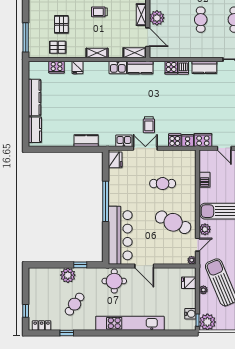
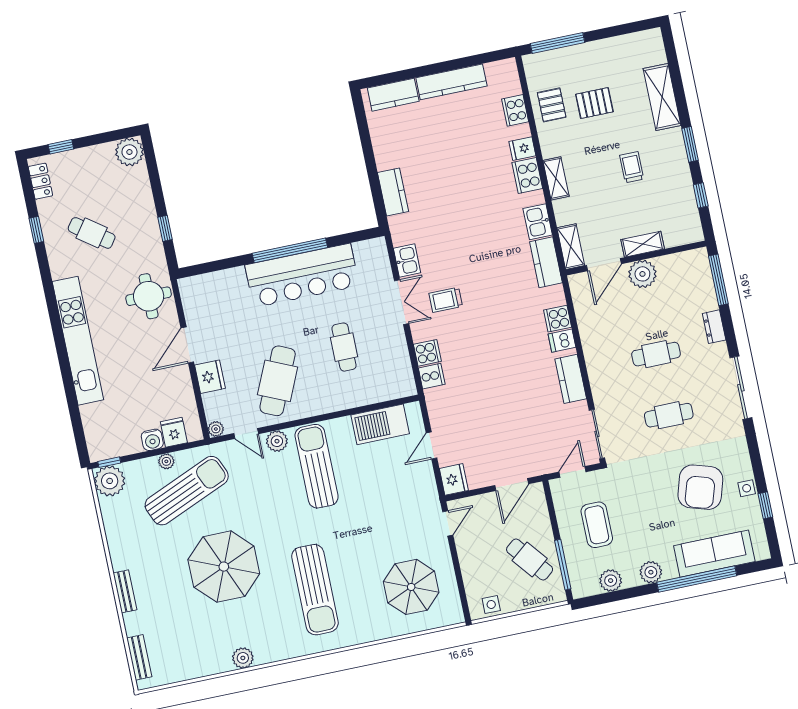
cooker: (203, 140) -> (527, 175), moved, turned 180
fridge: (115, 160) -> (210, 377), moved, turned -90
barbecue: (204, 180) -> (380, 424), width x1.88, depth x1.53
bar counter: (120, 235) -> (302, 275), moved
plant: (68, 275) -> (129, 152), moved
water cooler: (190, 314) -> (152, 440), moved

